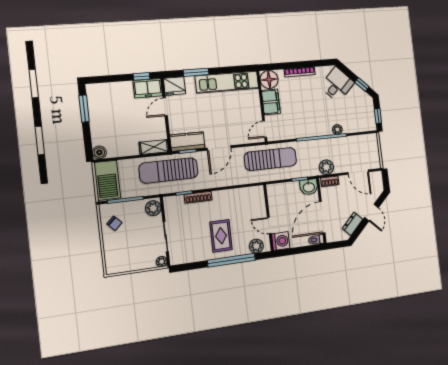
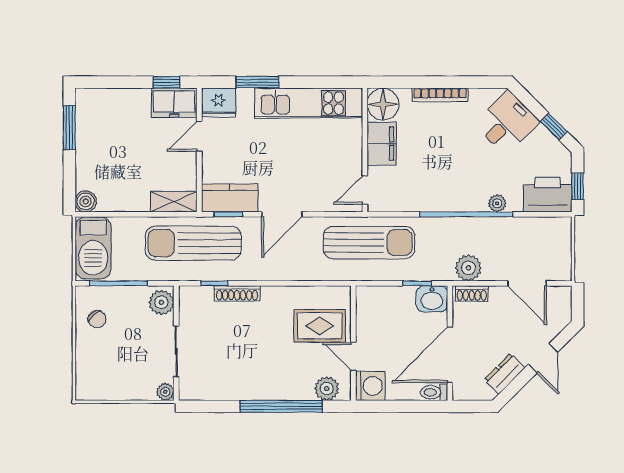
printer: (363, 122) -> (548, 195), added
rug: (221, 236) -> (320, 326), moved, turned 90

